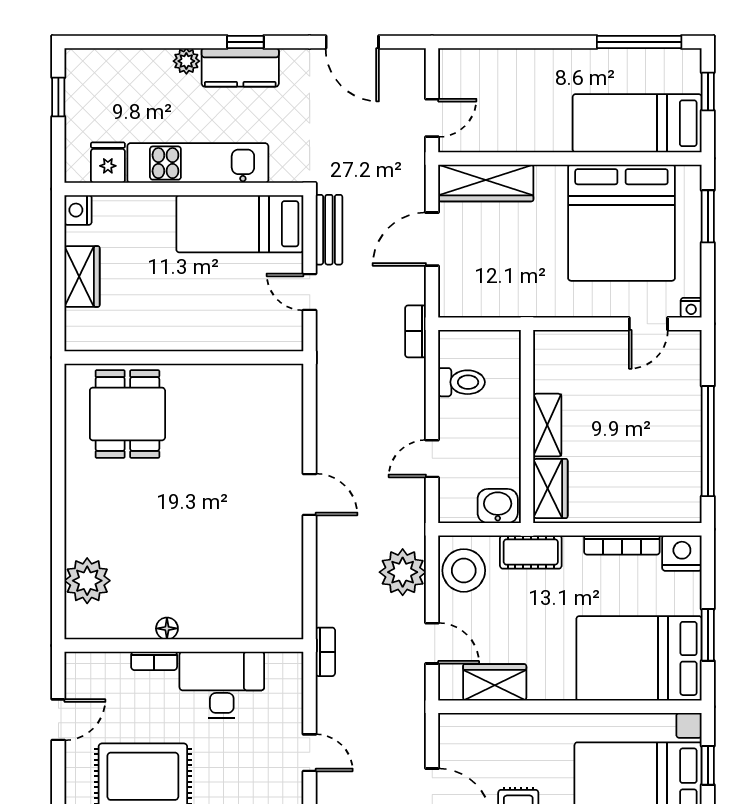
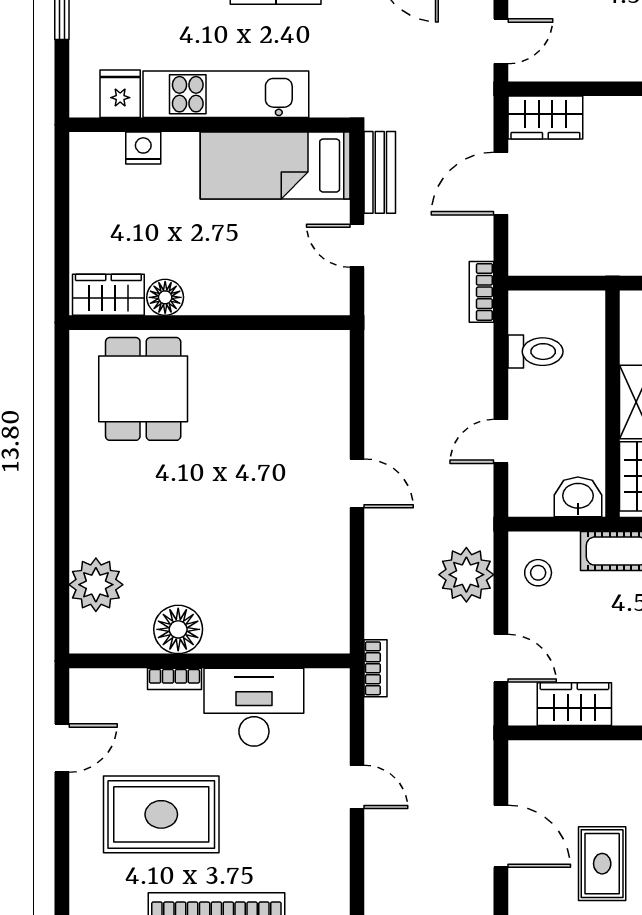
wardrobe: (486, 183) -> (545, 118), width x0.67
nightstand: (78, 210) -> (143, 148), moved, turned 90
wardrobe: (82, 277) -> (108, 295), moved, turned -90
floor lamp: (146, 336) -> (165, 297), added
stool: (464, 570) -> (538, 573), width x0.53, depth x0.53
floor lamp: (167, 628) -> (178, 629), width x1.89, depth x1.89

